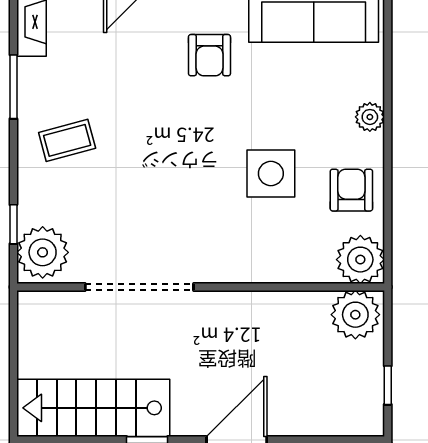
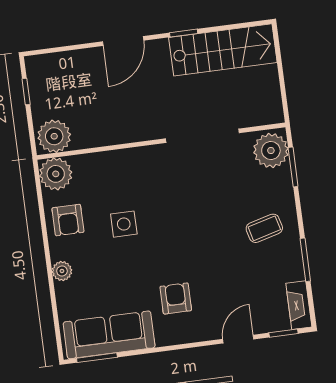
side table: (271, 174) -> (124, 224), width x0.73, depth x0.73
window: (13, 224) -> (293, 167), width x1.50

